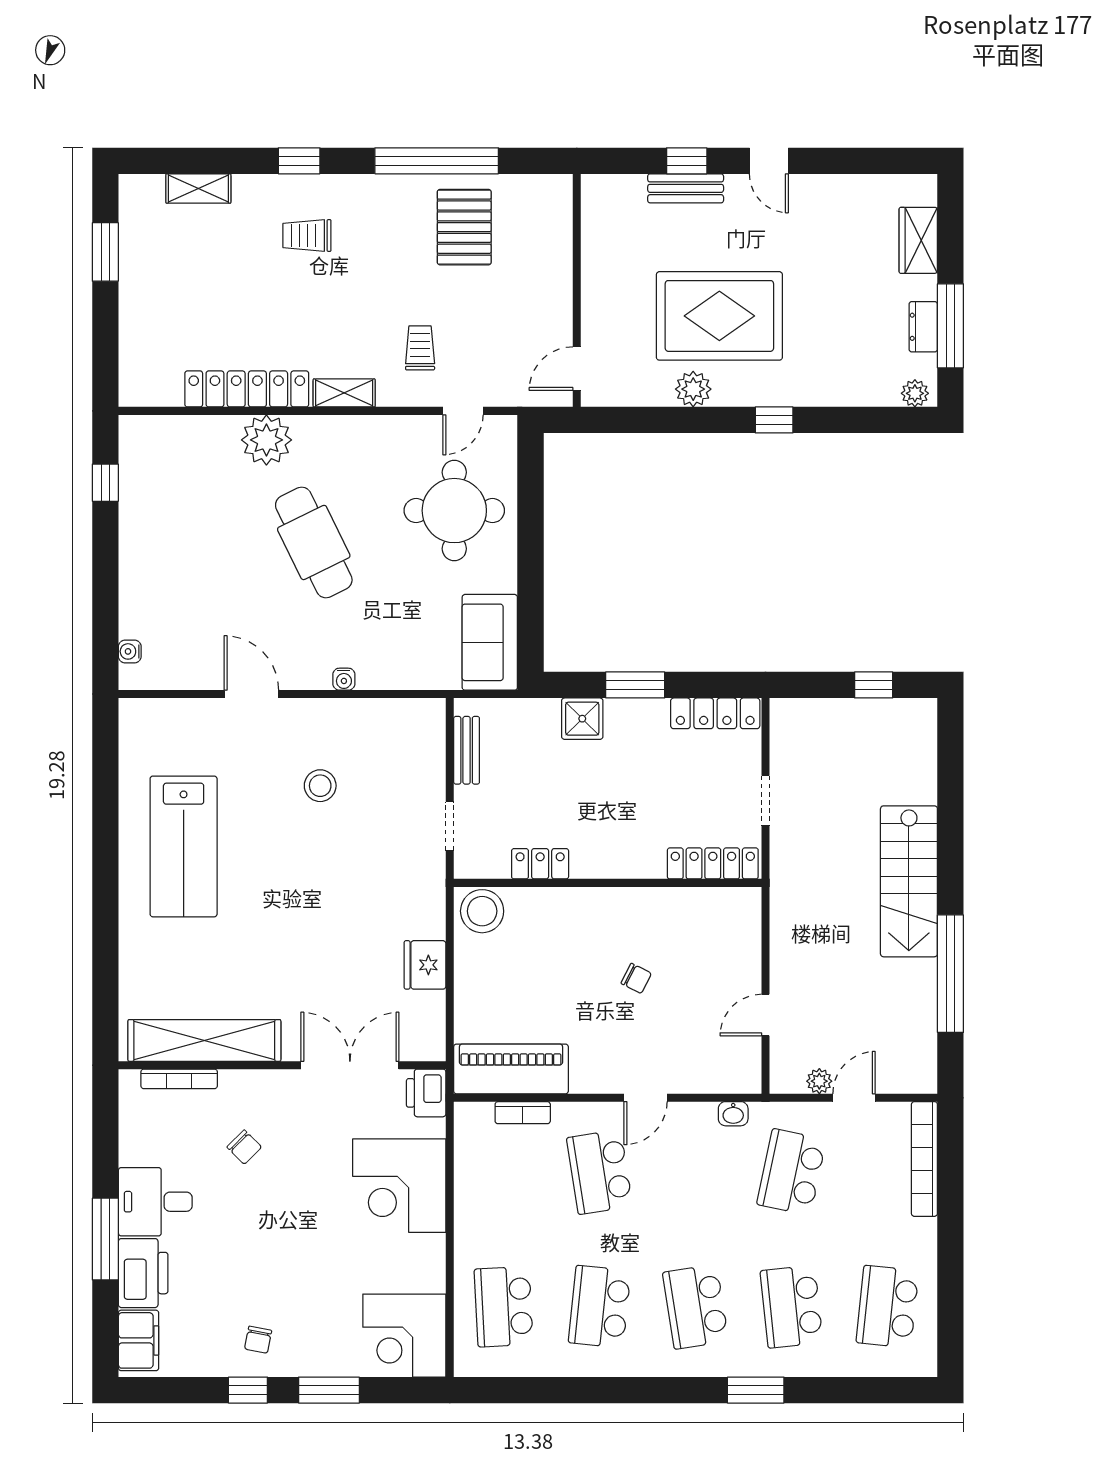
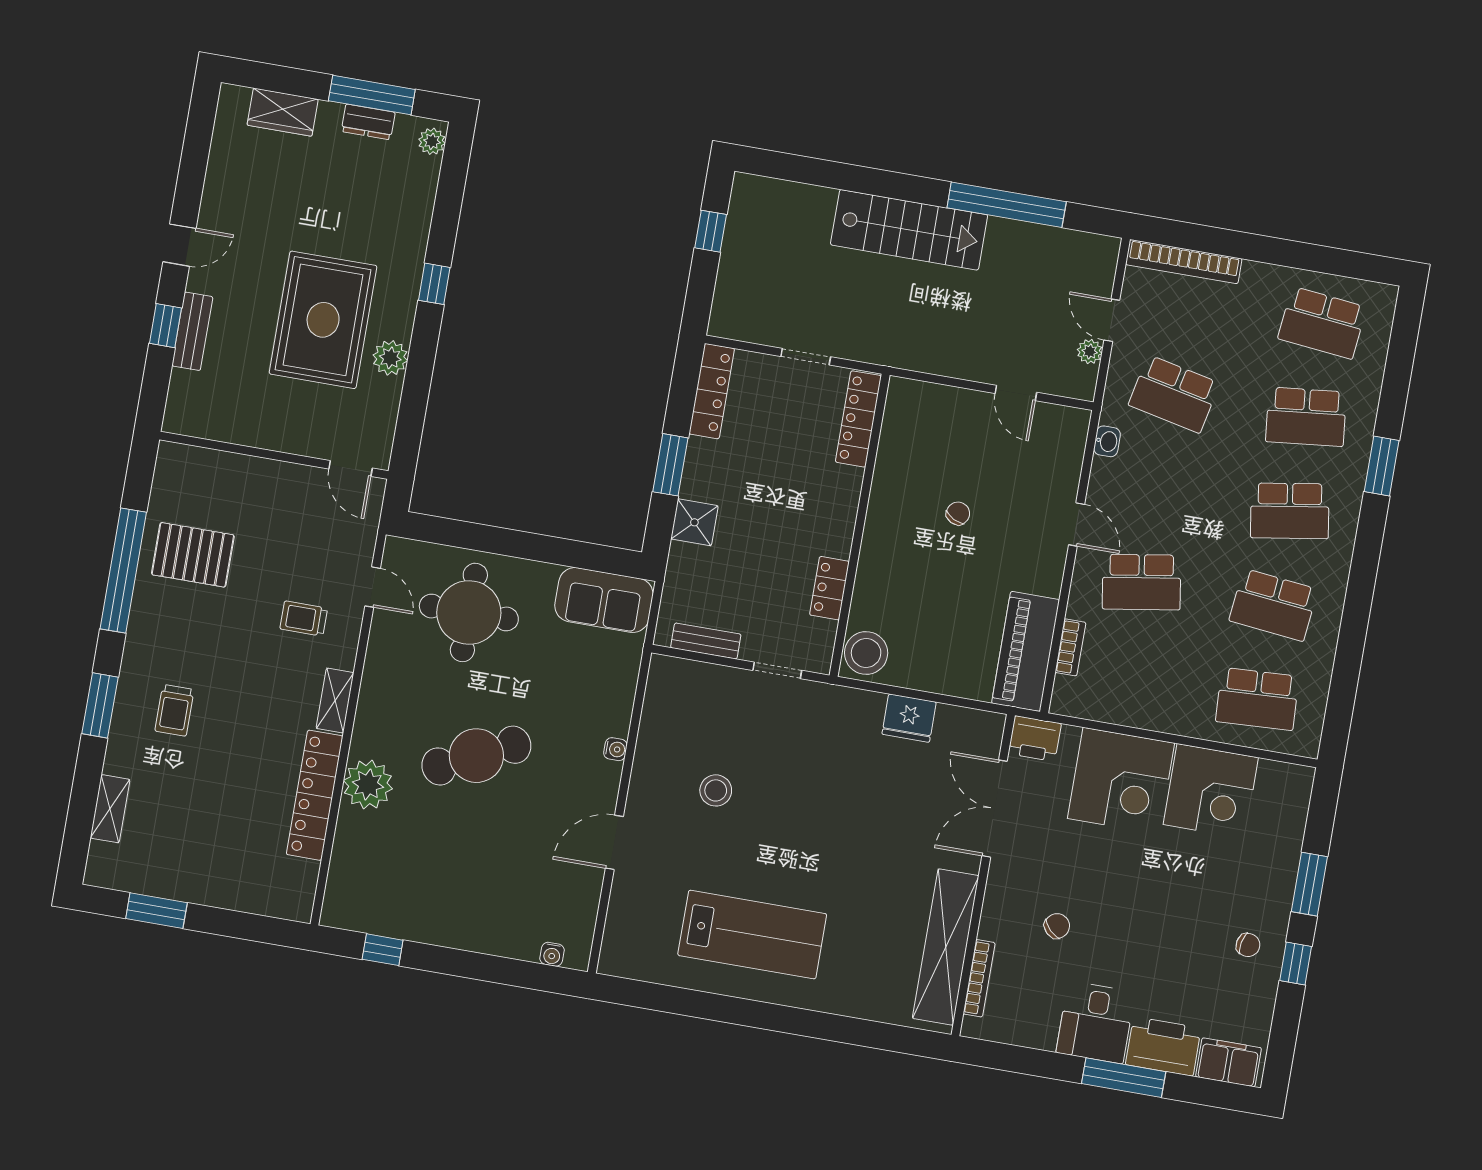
window: (299, 161) -> (100, 705), width x1.50
corner desk: (404, 1336) -> (1211, 791), moved

